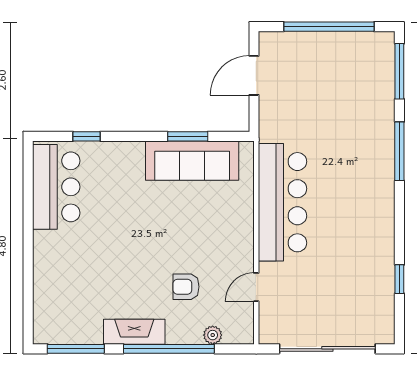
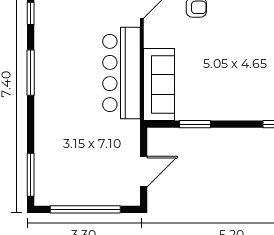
window: (399, 151) -> (31, 73), moved
sofa: (192, 161) -> (159, 85), moved, turned 90

